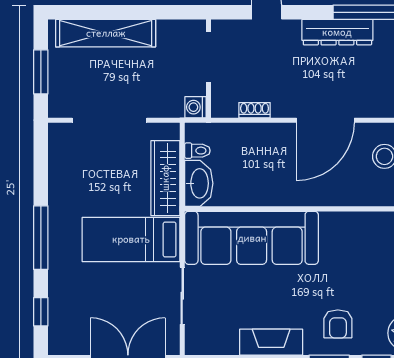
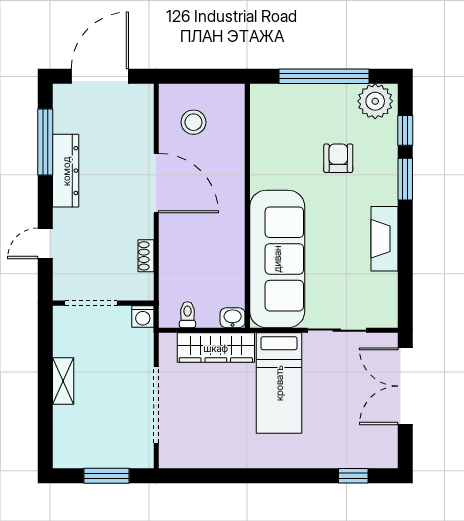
shelving: (106, 33) -> (63, 381), width x0.45, depth x0.75
washbasin: (199, 183) -> (233, 318), width x0.52, depth x0.69
window: (41, 238) -> (277, 476), removed
armchair: (338, 324) -> (338, 158), moved, turned -90

